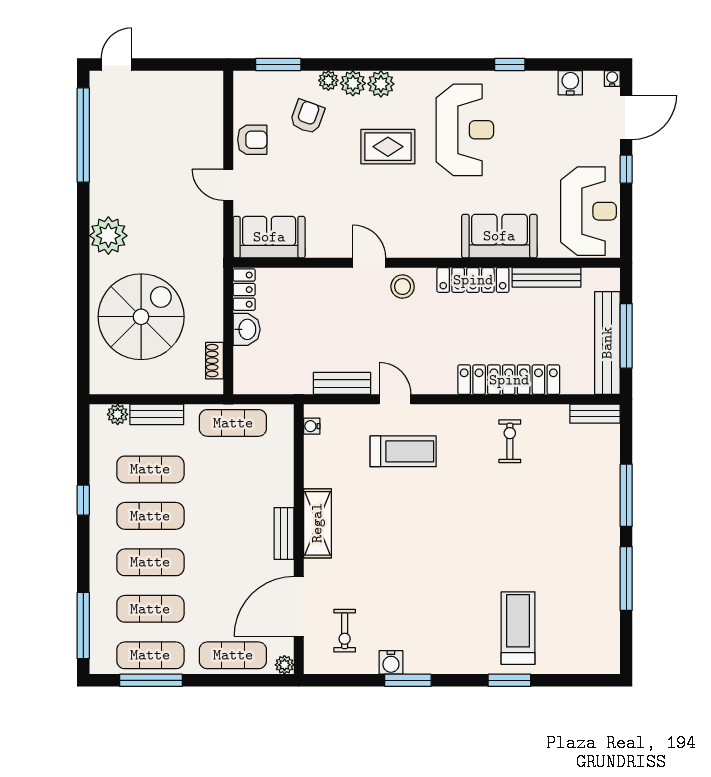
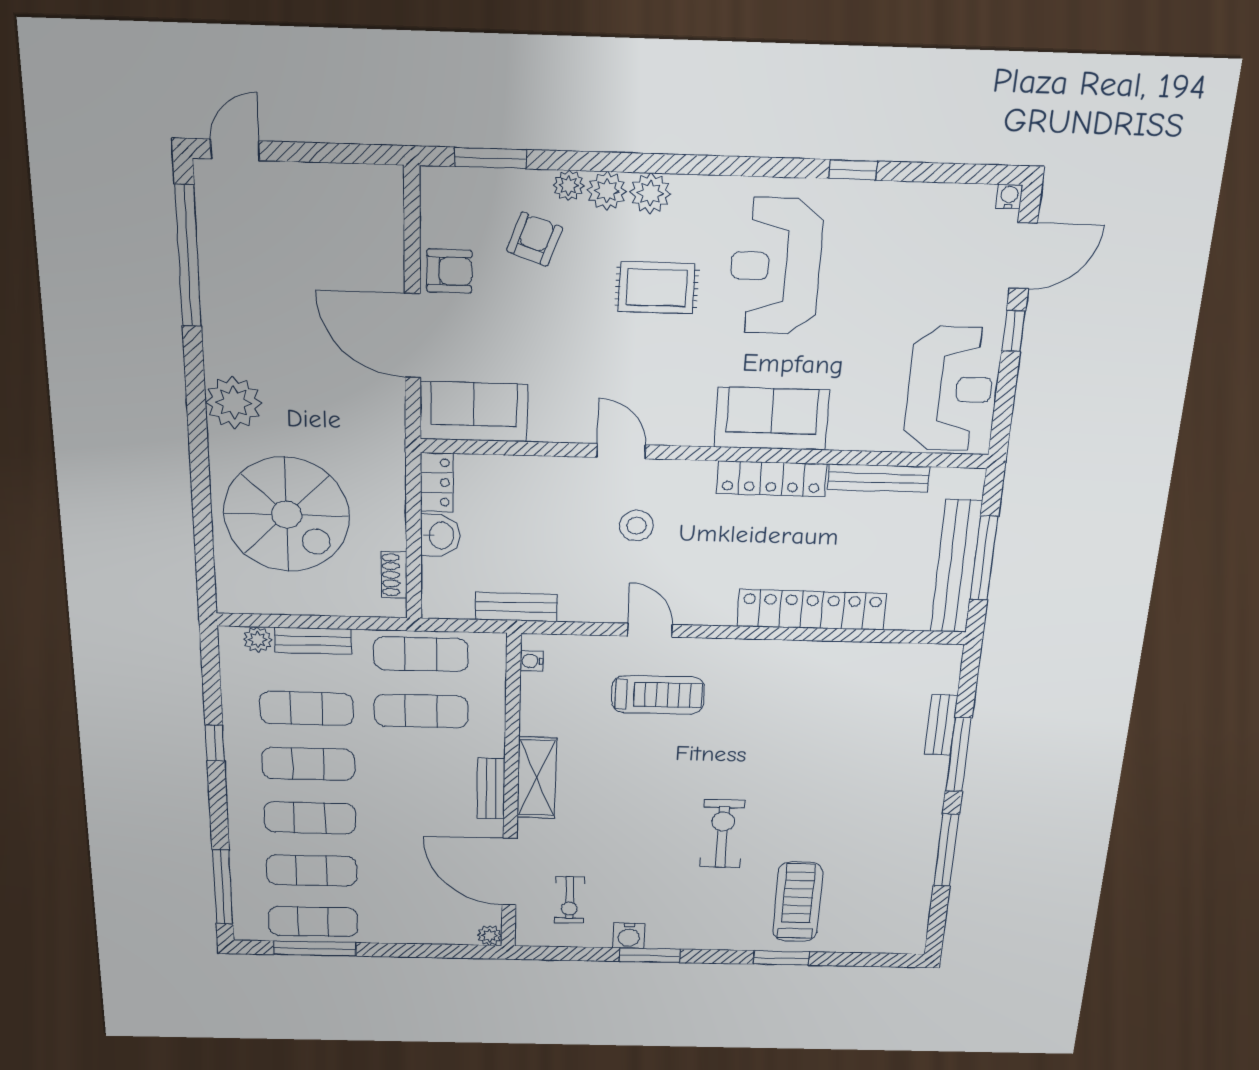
water cooler: (570, 83) -> (944, 201), removed
reception desk: (465, 130) -> (775, 266), turned 180
door: (228, 185) -> (413, 336), width x1.88
sofa: (499, 236) -> (772, 419), moved
stool: (403, 287) -> (636, 526), moved
spiral stairs: (141, 317) -> (287, 515), turned 90
bench: (342, 383) -> (516, 607), moved
bench: (595, 414) -> (941, 725), moved, turned 90
exercise bike: (510, 441) -> (722, 834), moved, width x1.38, depth x1.39
door: (299, 606) -> (509, 872), hinge flipped
exercise mat: (233, 655) -> (421, 711), moved

